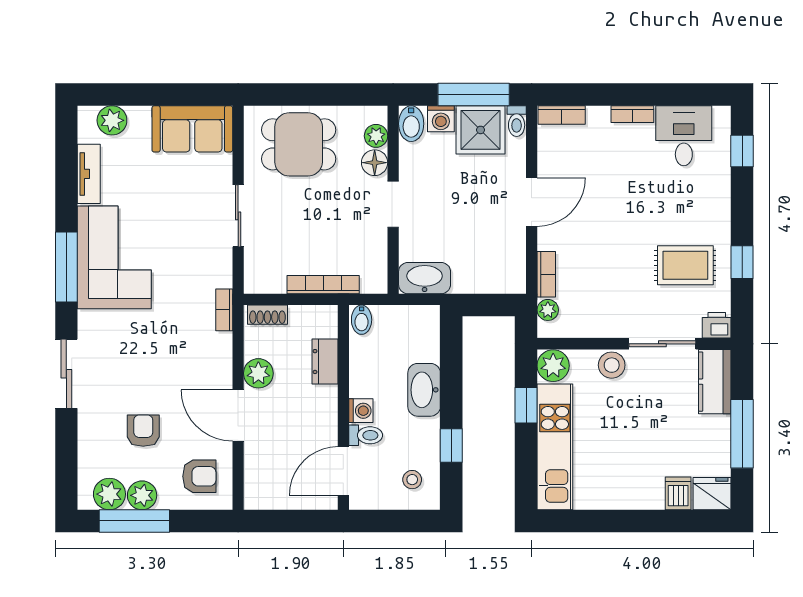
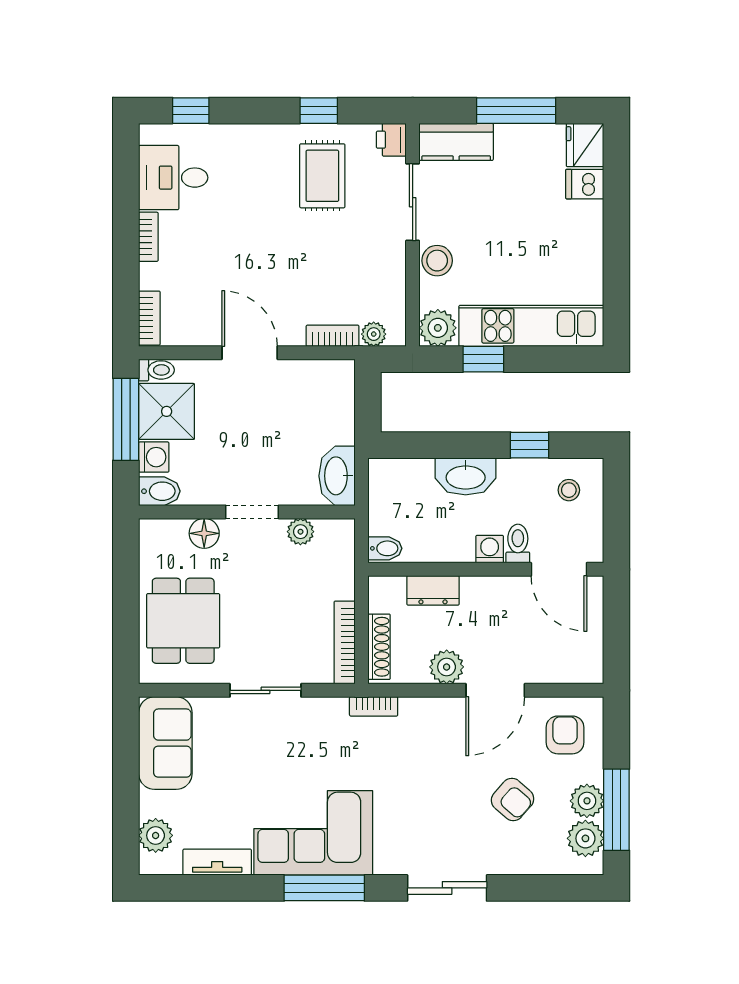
plant: (376, 136) -> (300, 532), moved
bookcase: (323, 285) -> (345, 643), moved
shoe rack: (267, 315) -> (379, 647), width x1.43
armchair: (143, 431) -> (513, 799), turned -139

